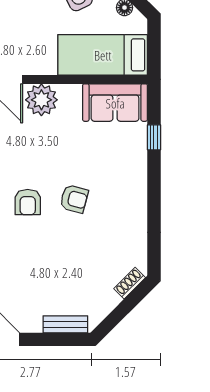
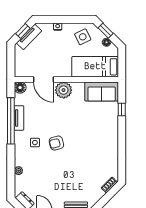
armchair: (74, 199) -> (80, 141), removed
armchair: (28, 202) -> (56, 143), turned 75

